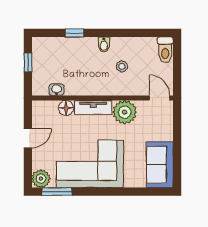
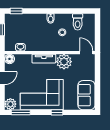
window: (75, 33) -> (16, 11), moved
toilet: (165, 50) -> (78, 22), moved
floor lamp: (66, 108) -> (10, 59), moved
window: (114, 192) -> (57, 112), added

